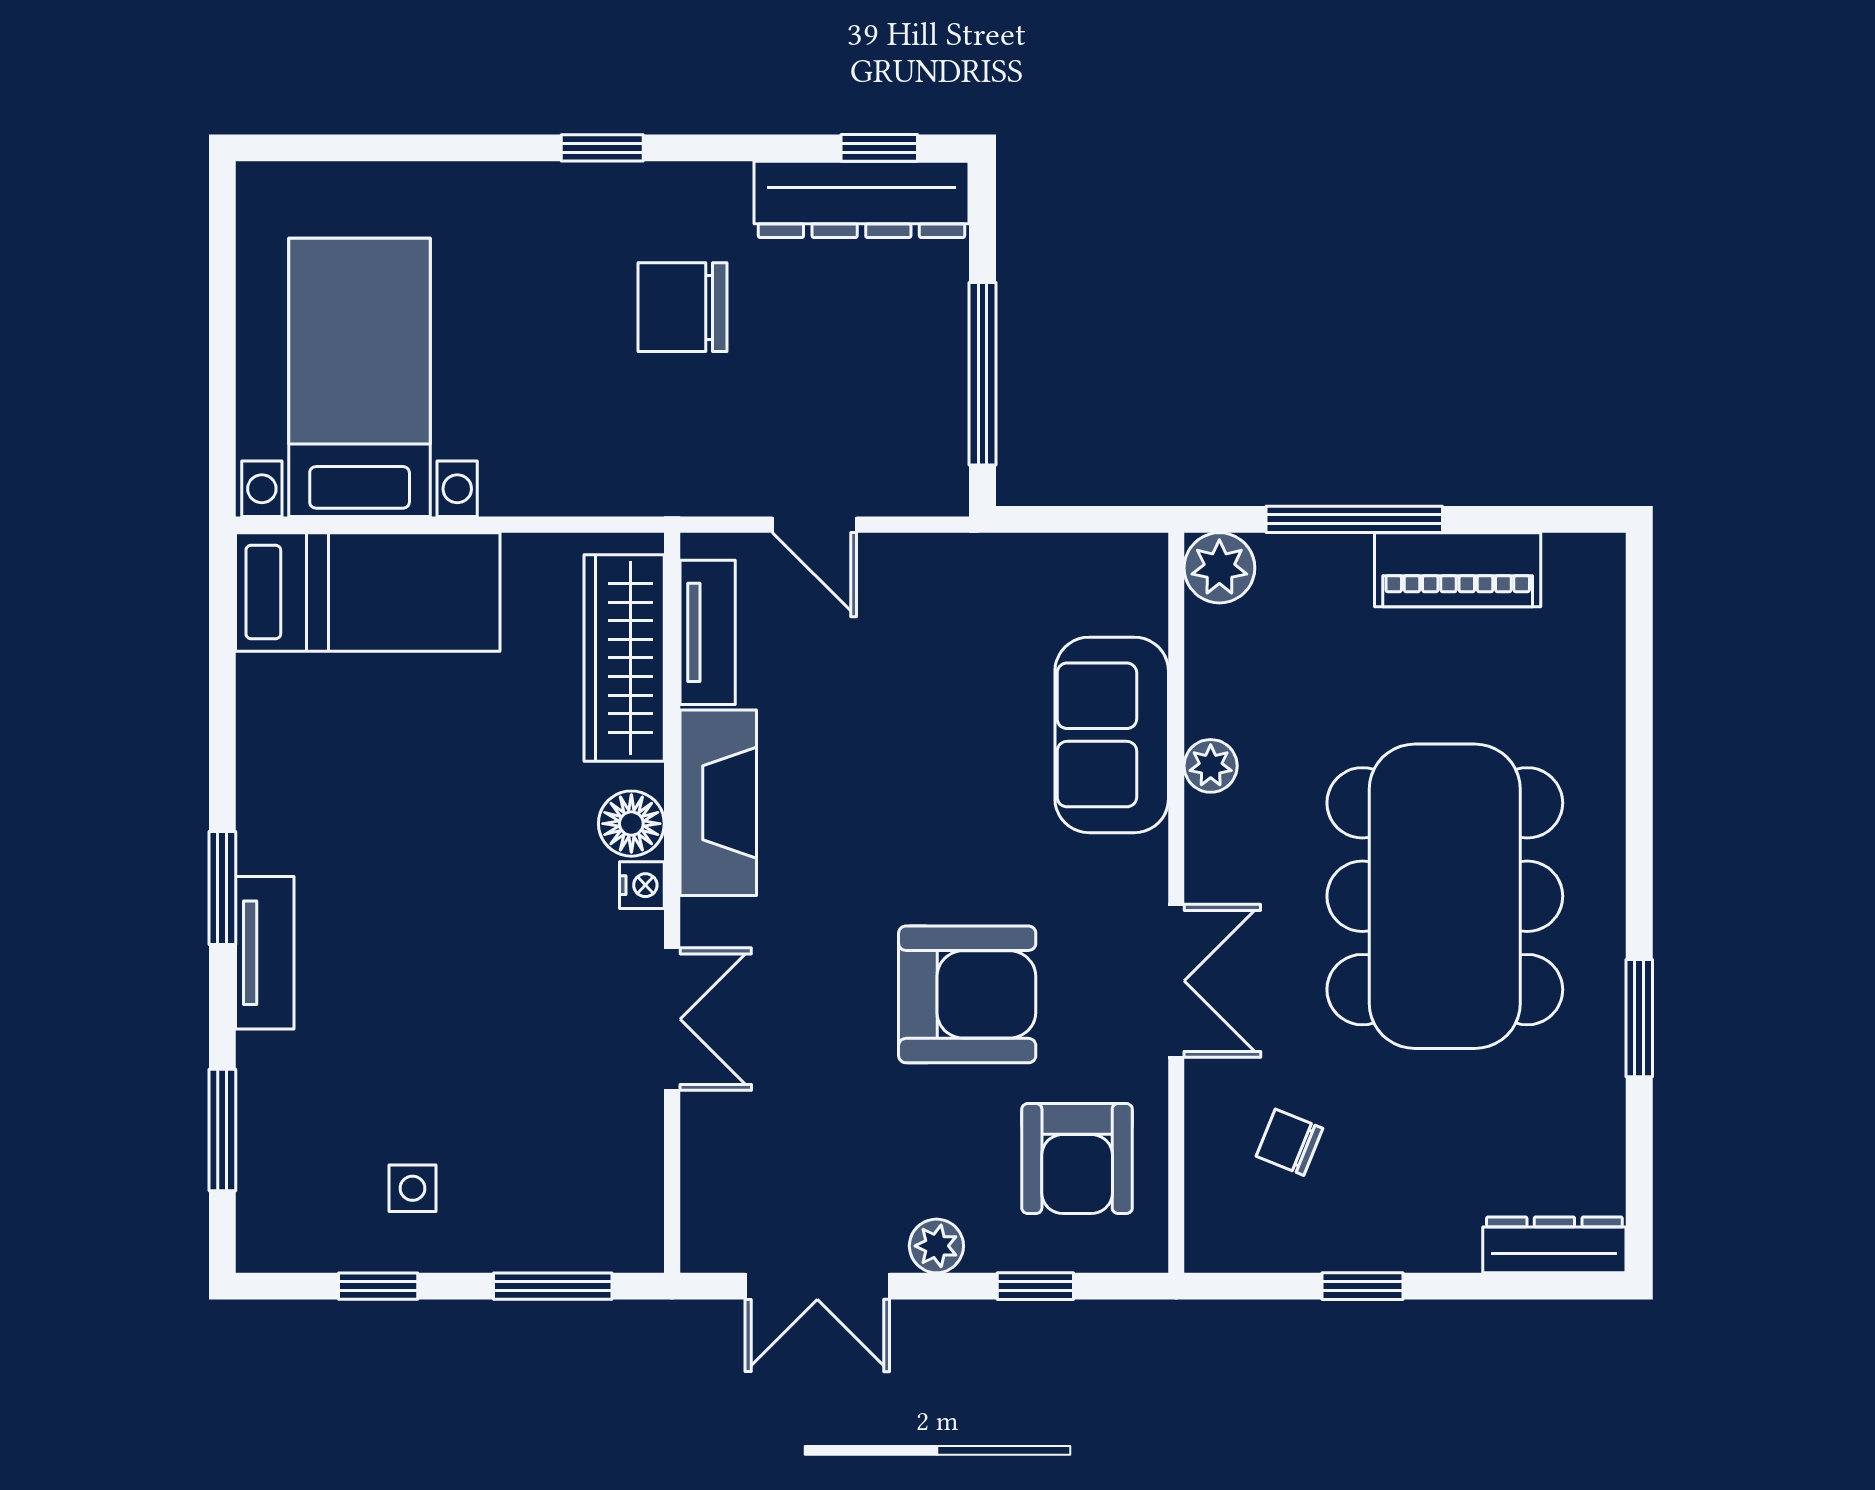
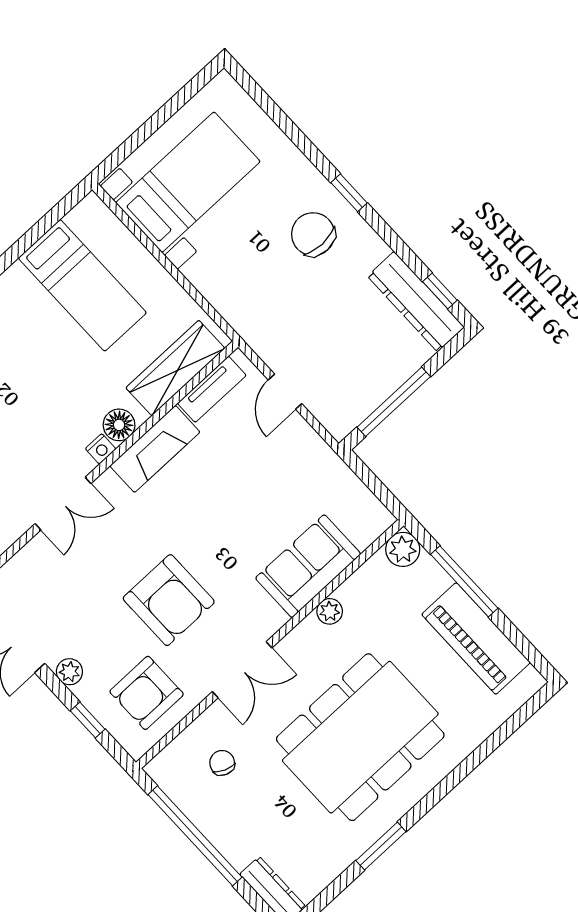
chair: (682, 307) -> (313, 234), moved
piano: (1458, 570) -> (476, 639), width x1.37, depth x1.33
bed: (368, 592) -> (82, 285), moved
window: (1362, 1286) -> (195, 836), width x3.17

